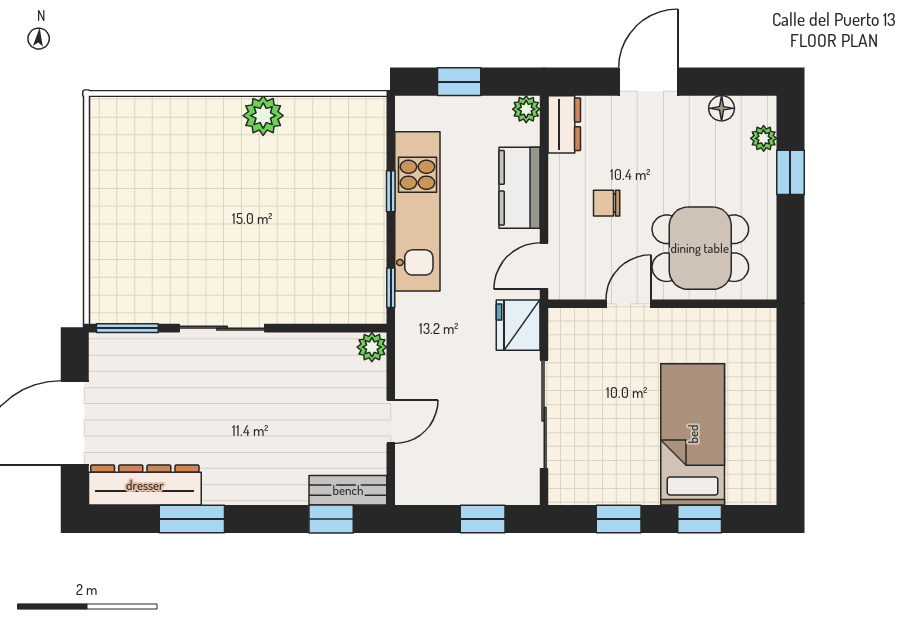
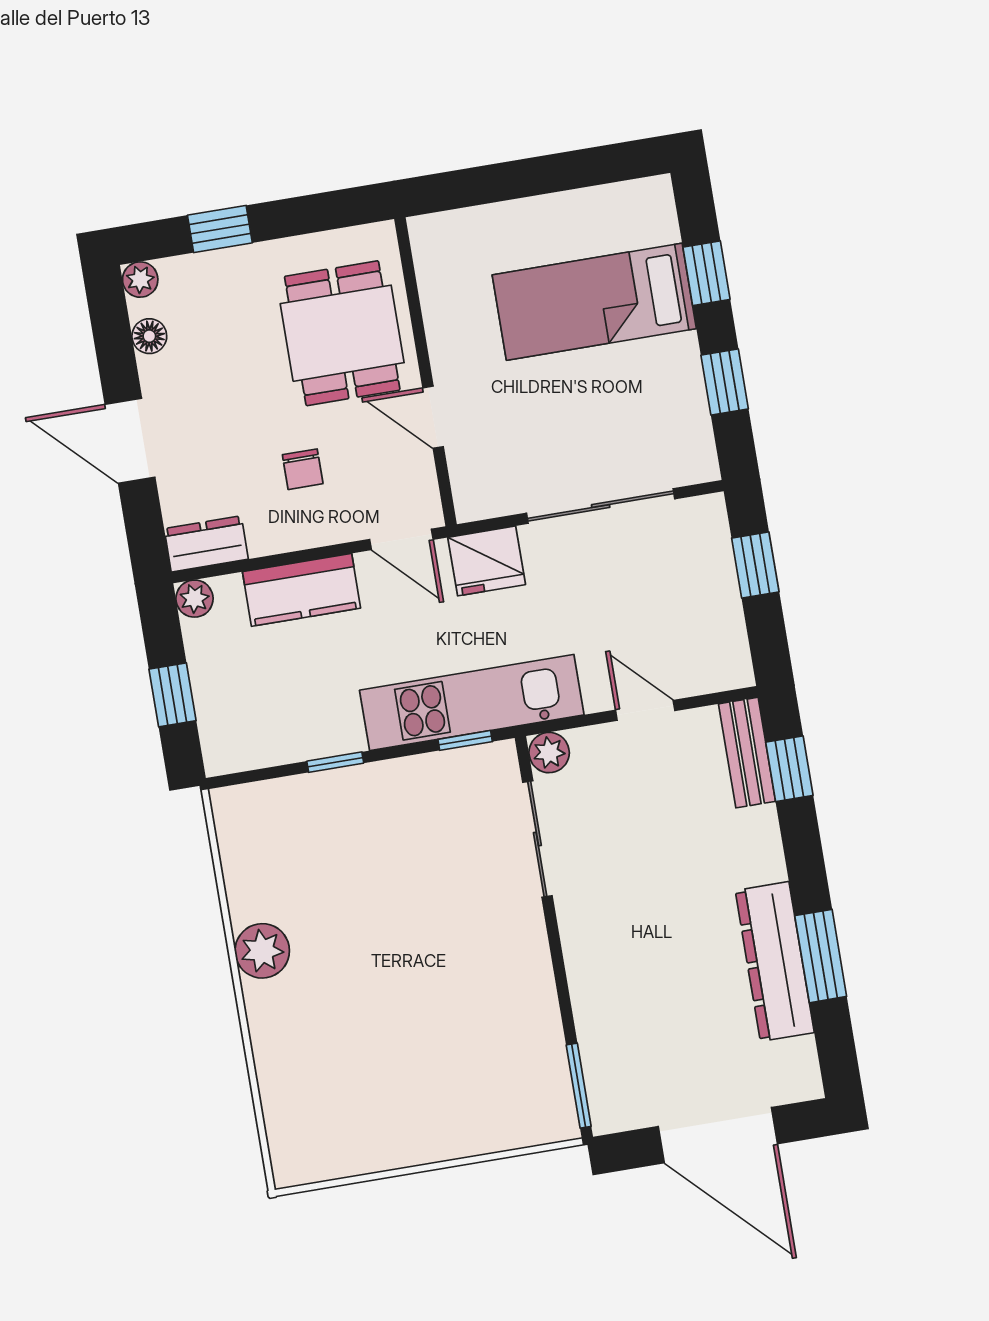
plant: (764, 138) -> (140, 280), moved
kitchen unit: (417, 211) -> (472, 702), moved
sliding door: (222, 328) -> (537, 839), moved
dresser: (145, 485) -> (775, 962), moved

